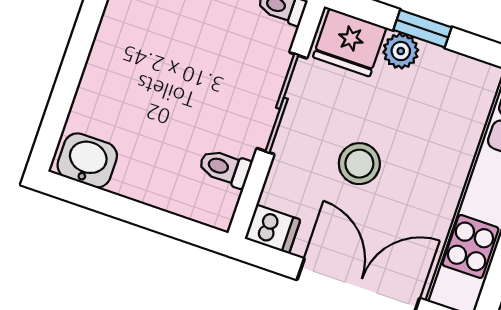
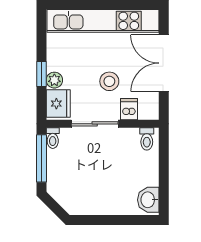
toilet: (225, 168) -> (147, 139), moved
dishwasher: (273, 229) -> (129, 109), moved

